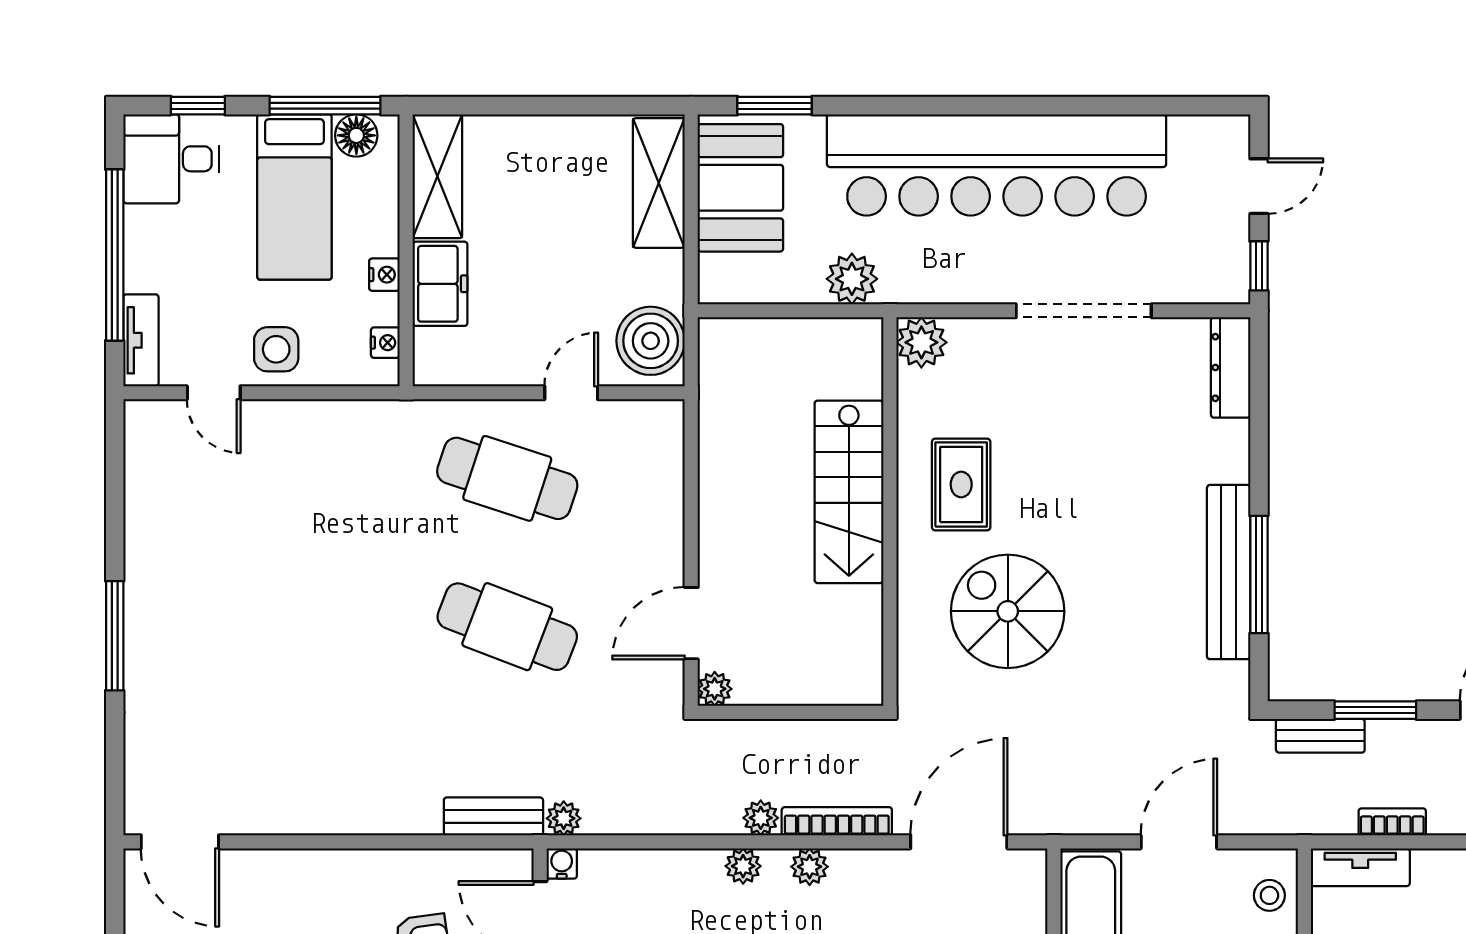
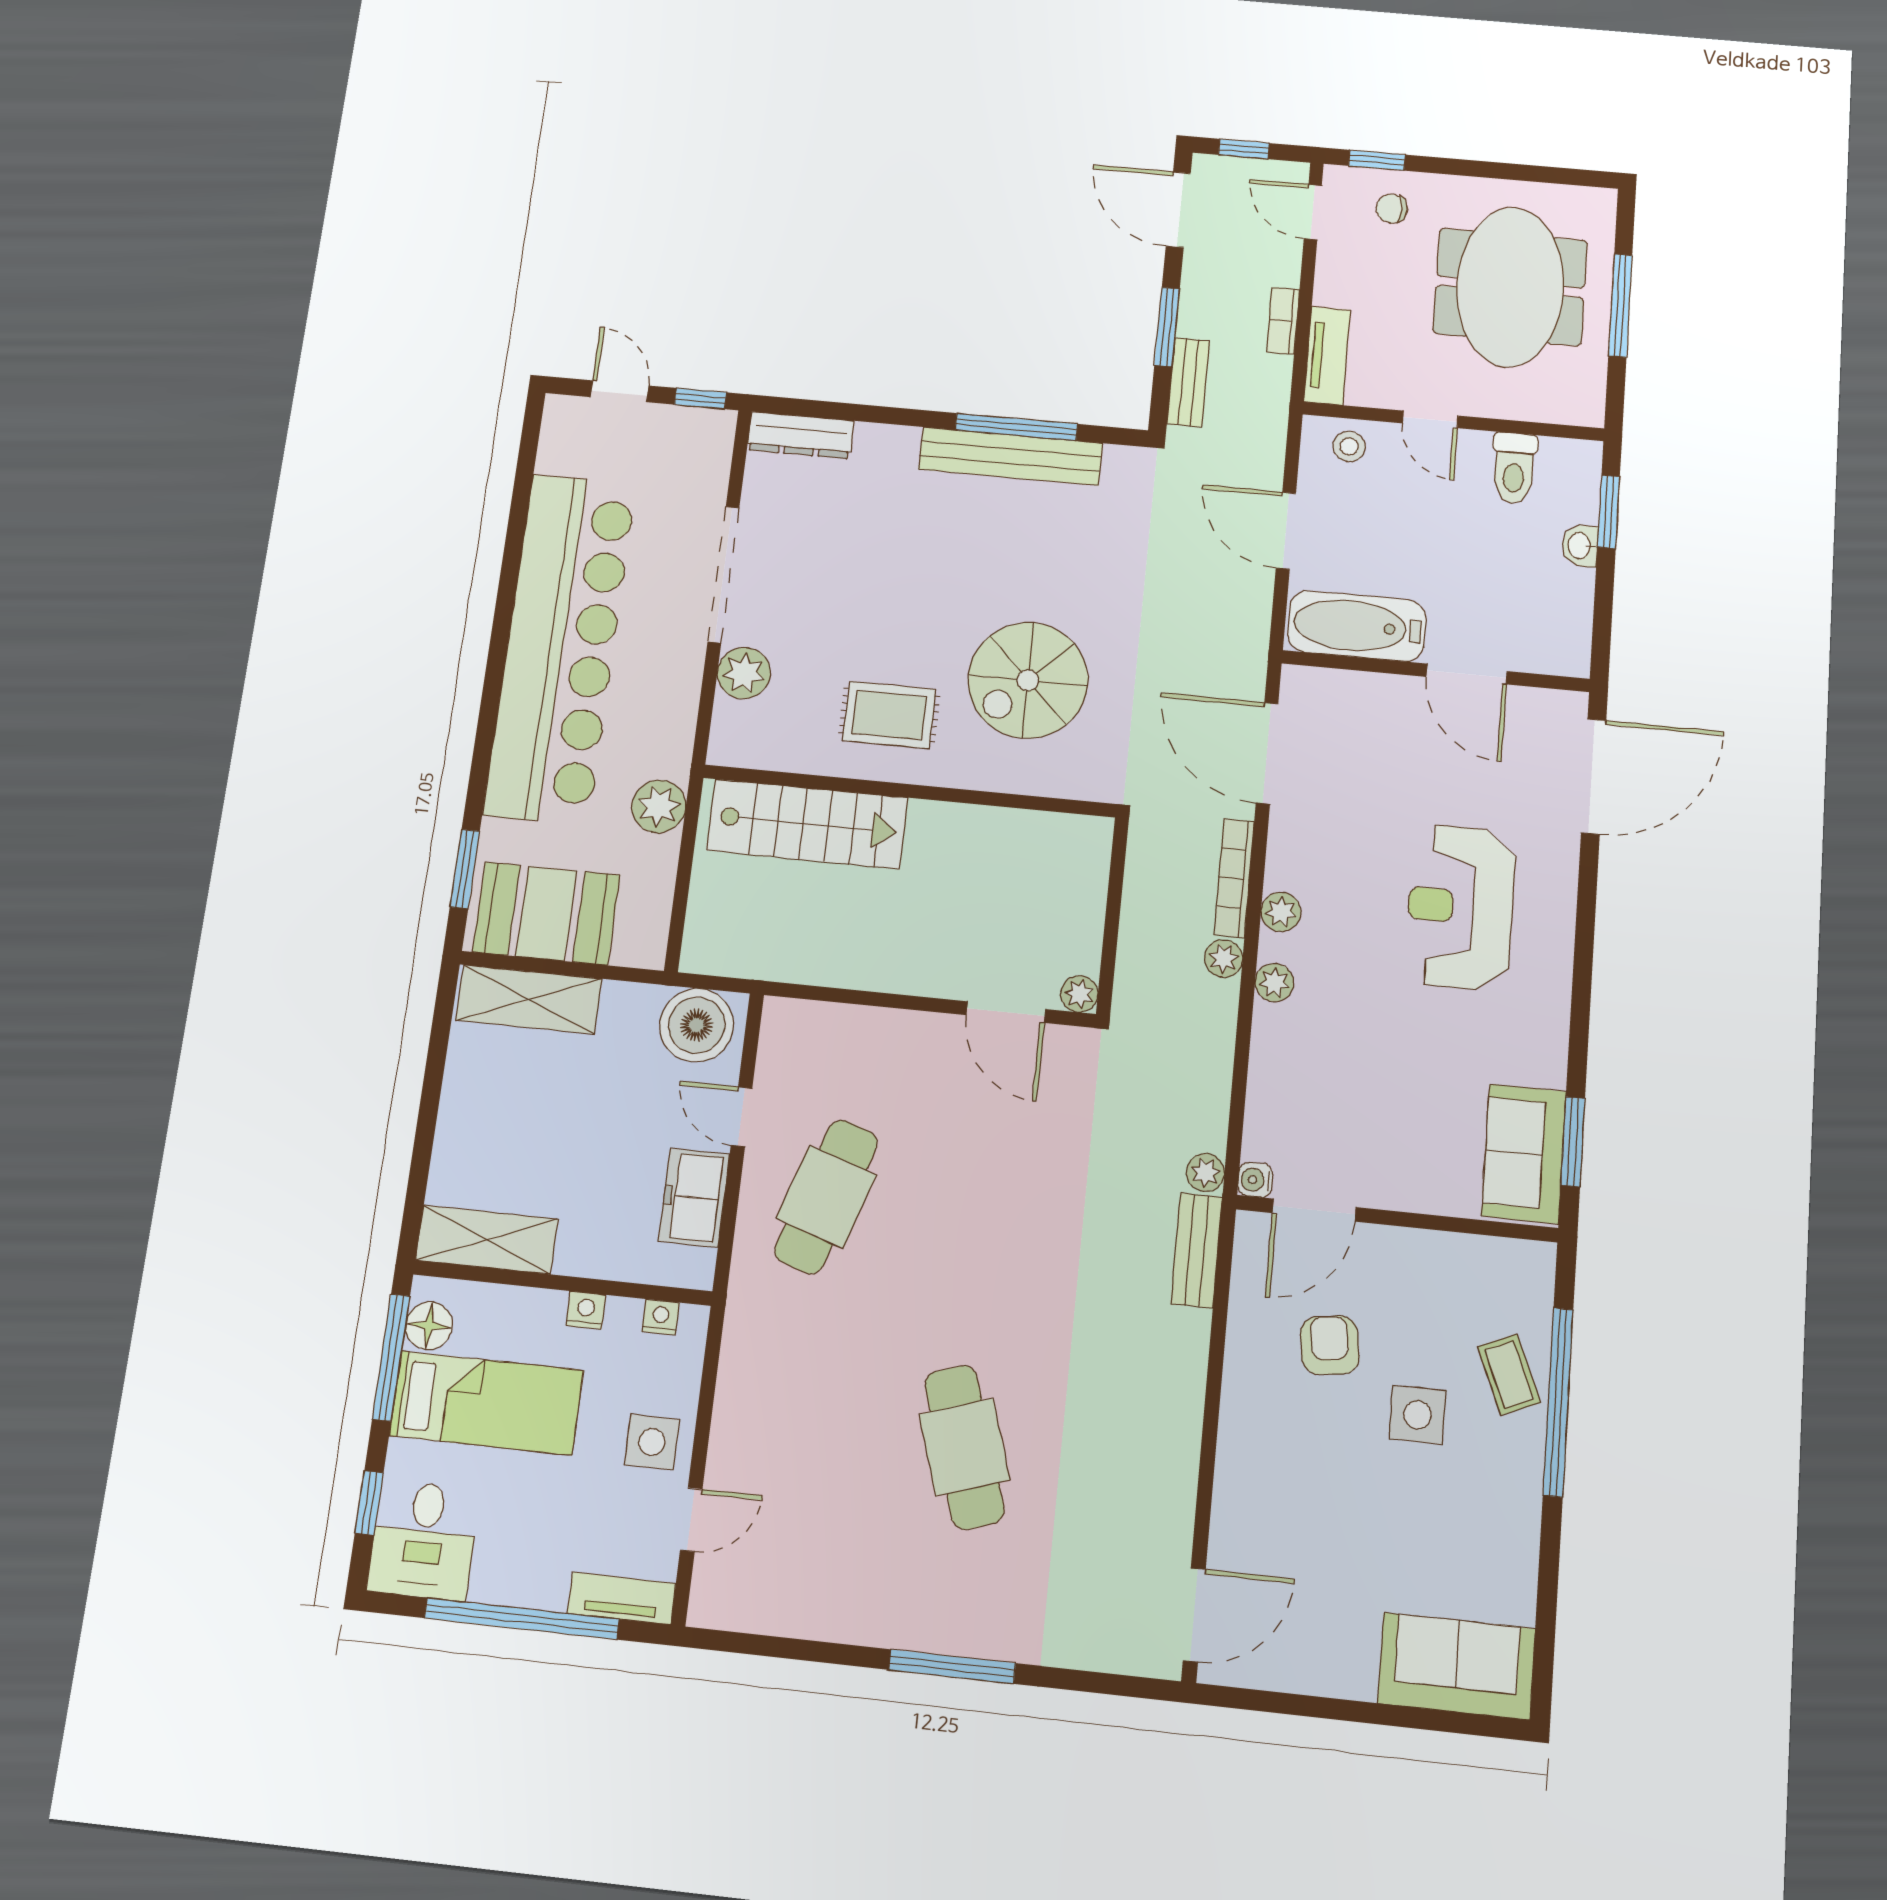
freezer: (440, 284) -> (694, 1198), moved, turned -90
plant: (921, 342) -> (744, 673), moved
stairs: (849, 492) -> (807, 824), moved
cafe table: (507, 627) -> (964, 1447), moved, turned -39

